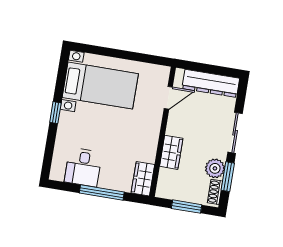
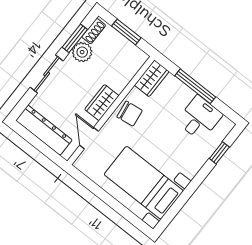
door: (168, 98) -> (89, 138), hinge flipped
window: (55, 113) -> (219, 153), moved
chair: (145, 138) -> (130, 114), added
wardrobe: (171, 152) -> (102, 103), moved

